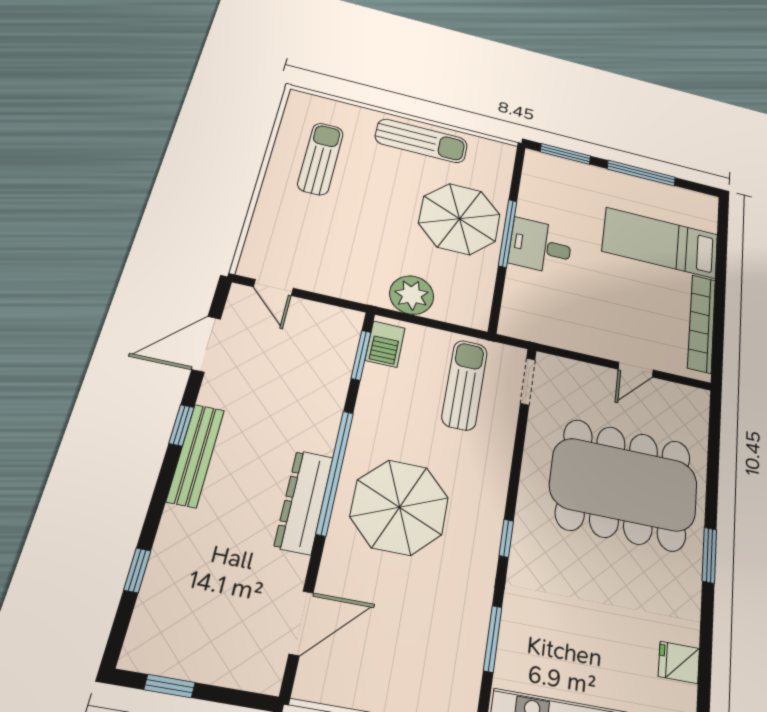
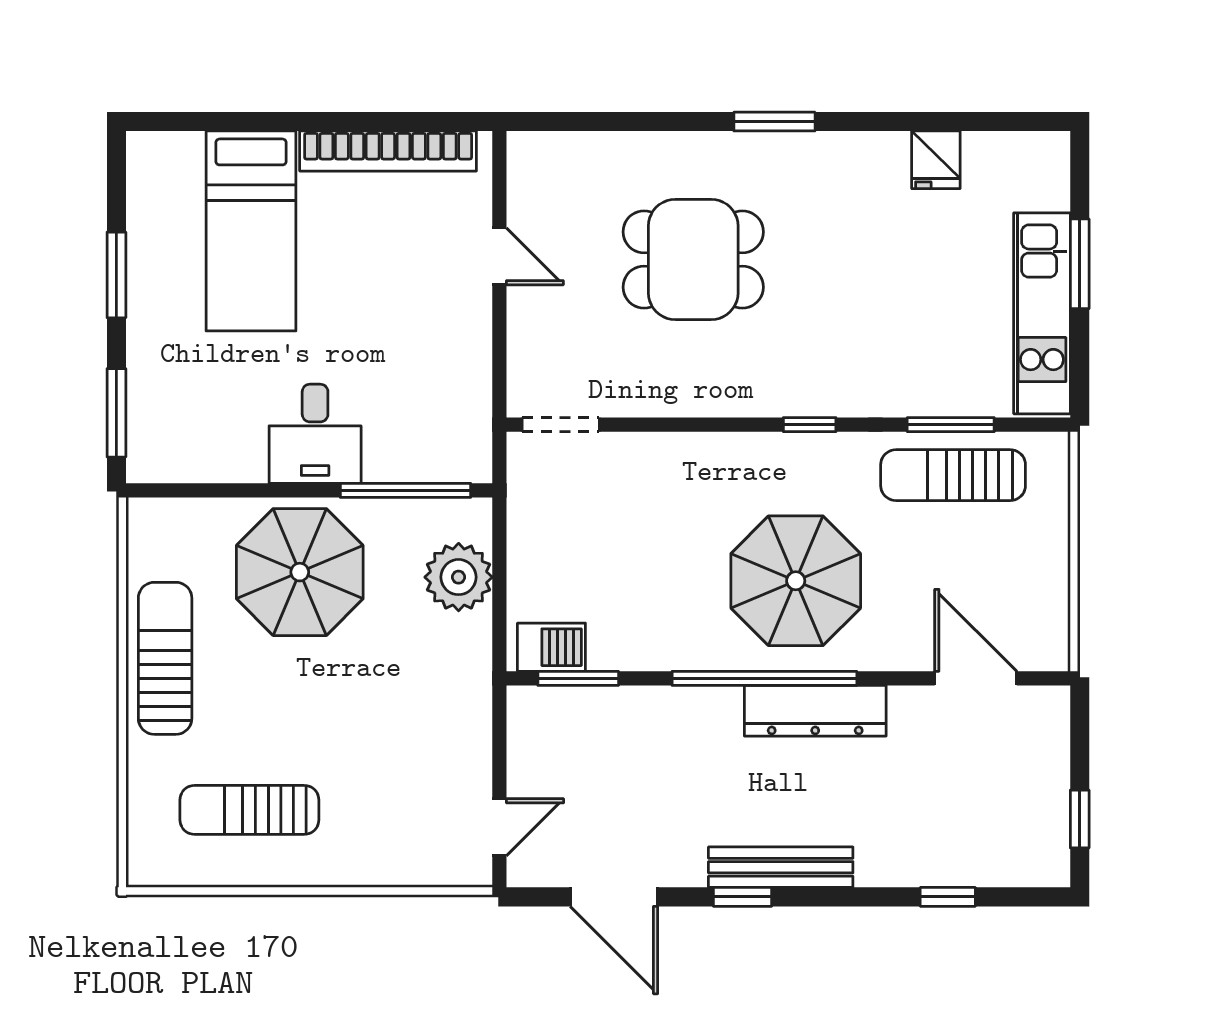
window: (641, 173) -> (116, 275), width x0.69
window: (508, 233) -> (405, 490), moved
plant: (412, 295) -> (459, 577), moved
sun lounger: (465, 385) -> (953, 475), moved
dining table: (624, 485) -> (693, 259), width x0.53, depth x0.80

